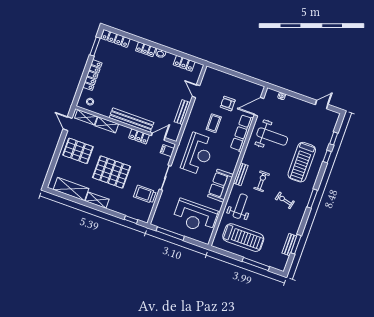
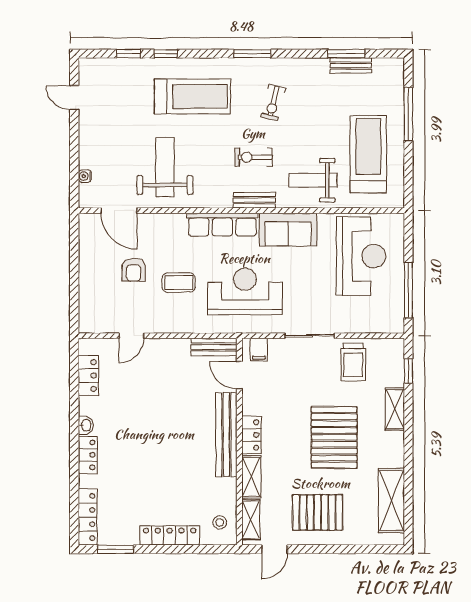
bench: (182, 112) -> (214, 347), moved
row of seats: (242, 133) -> (222, 225), moved
locker: (139, 136) -> (251, 435), moved
pallet: (78, 151) -> (318, 512), turned 90
shelving: (97, 200) -> (395, 409), moved

